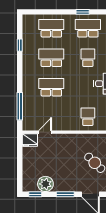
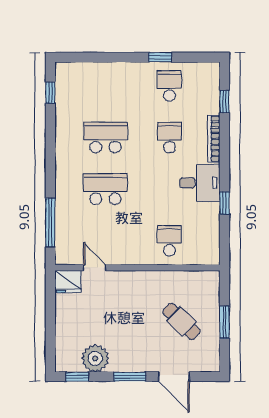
school desk: (51, 28) -> (105, 86), removed
school desk: (88, 28) -> (169, 86), width x0.54
window: (20, 45) -> (50, 93), moved
door: (45, 132) -> (94, 268), hinge flipped

